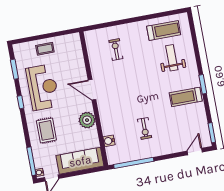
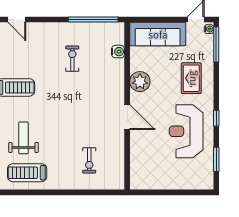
coffee table: (45, 49) -> (175, 177), removed
weight bench: (172, 58) -> (23, 138), turned 180
door: (195, 152) -> (17, 20), hinge flipped

